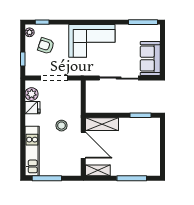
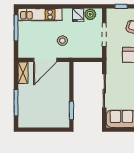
shelving: (102, 124) -> (64, 76), removed

